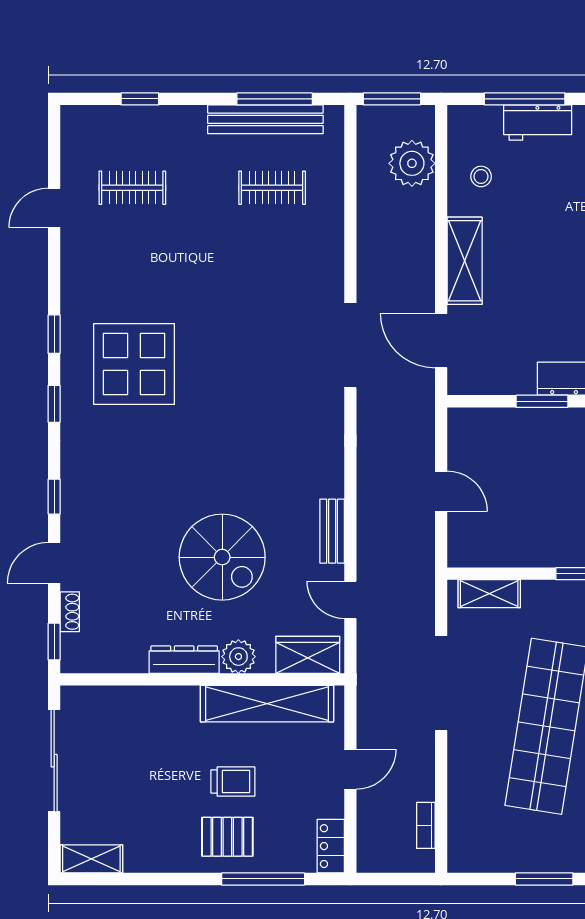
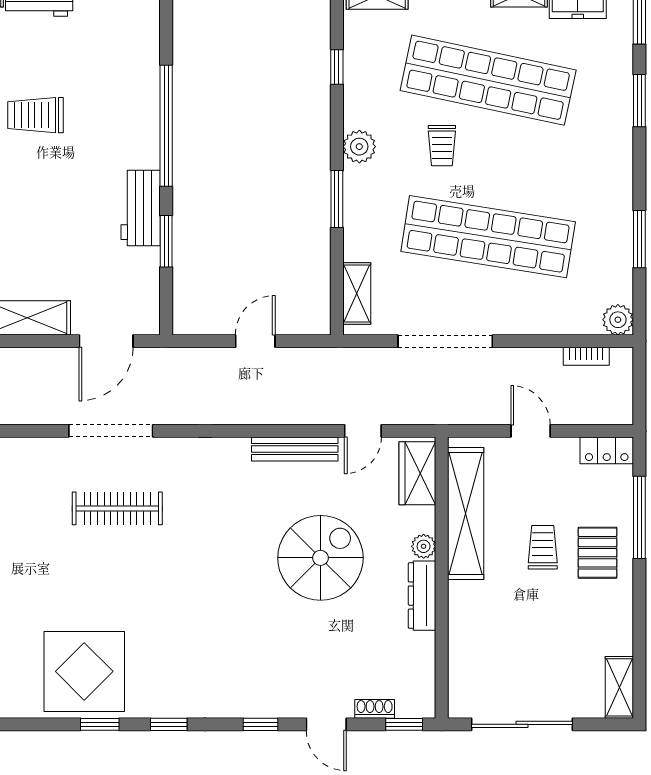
clothes rail: (272, 352) -> (117, 508), added
display table: (134, 364) -> (84, 671), moved
bench: (332, 531) -> (295, 449), width x1.36
plant: (238, 657) -> (424, 546), width x0.73, depth x0.73
plant: (463, 857) -> (618, 320), added

